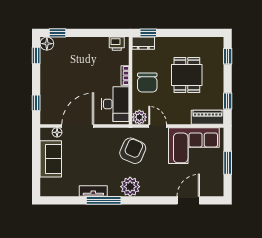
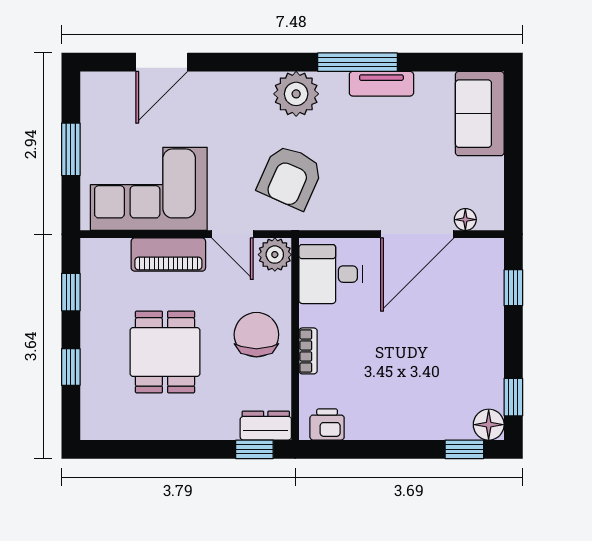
window: (228, 56) -> (71, 367), moved
desk: (115, 104) -> (331, 274), width x0.73
piano: (208, 117) -> (168, 255), moved
sofa: (51, 159) -> (480, 114), moved

